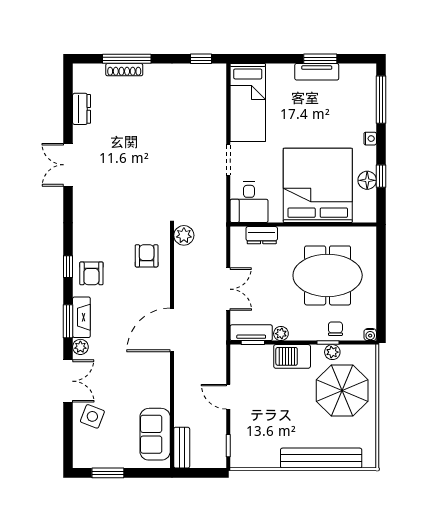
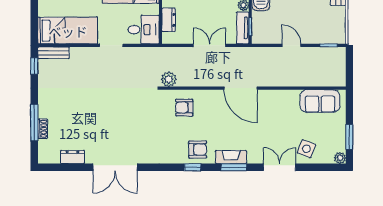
shoe rack: (124, 70) -> (43, 129), width x0.70
double door: (68, 165) -> (115, 167), width x1.37
plant: (80, 347) -> (340, 158), moved
door: (228, 397) -> (291, 45), swing flipped
bench: (182, 448) -> (53, 53), moved

